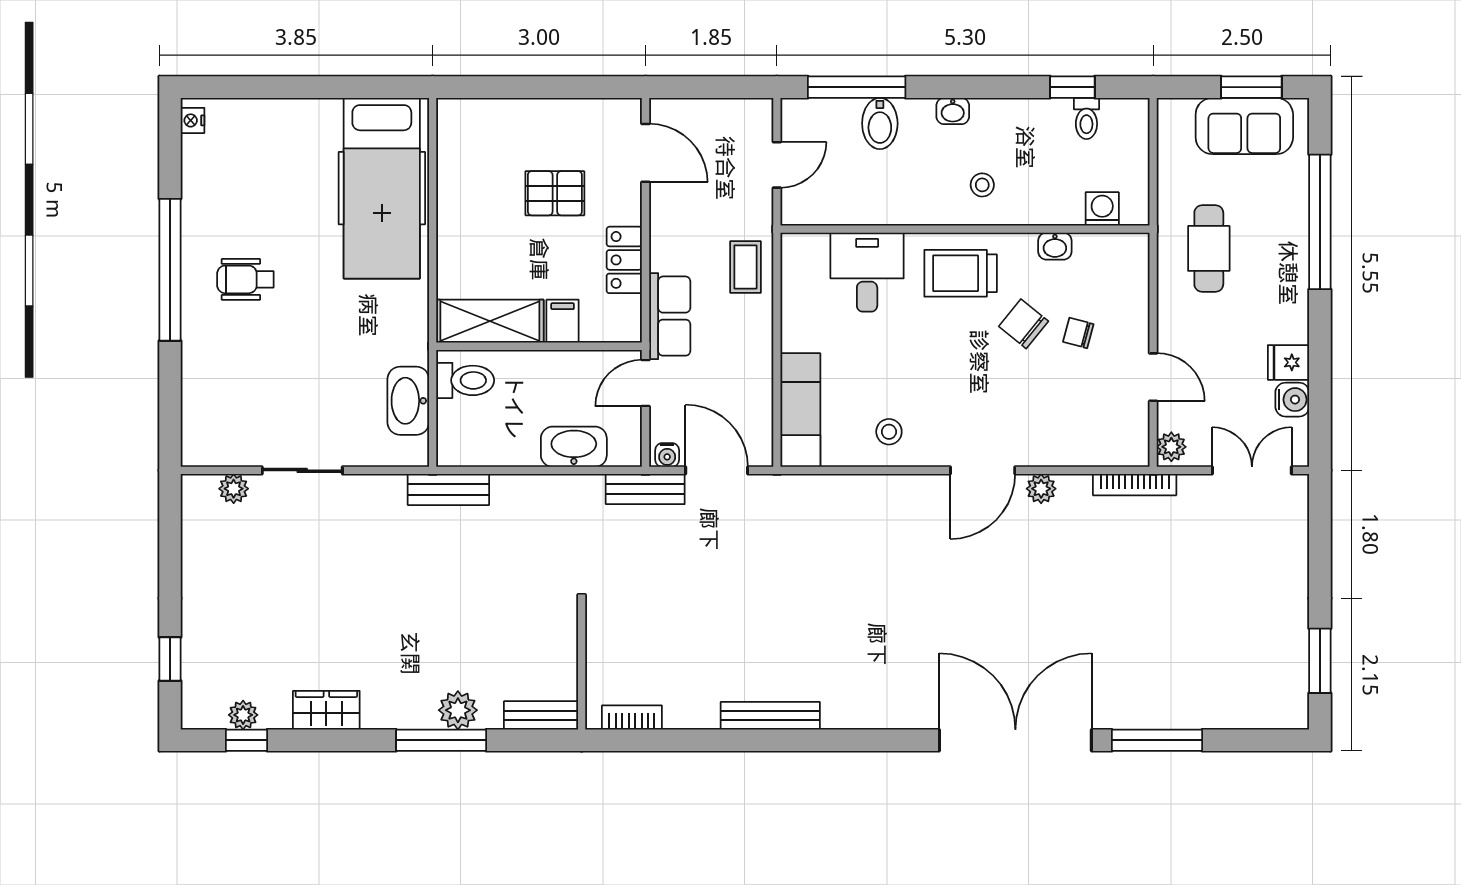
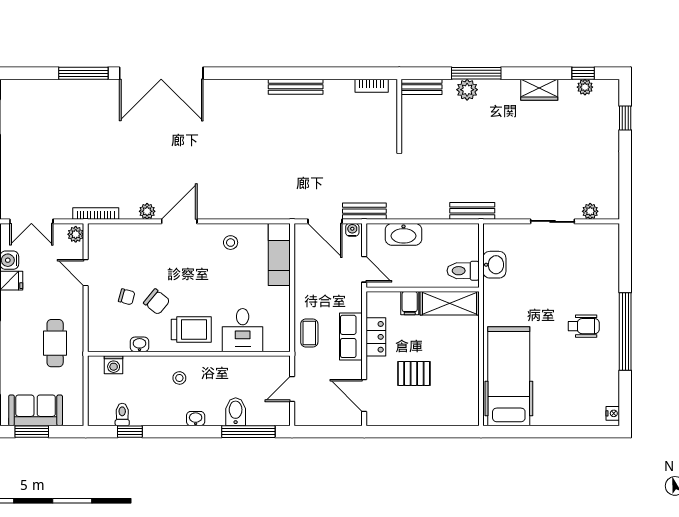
row of seats: (670, 316) -> (351, 336), moved
door: (646, 383) -> (364, 269), hinge flipped
washbasin: (408, 401) -> (494, 265), width x0.72

